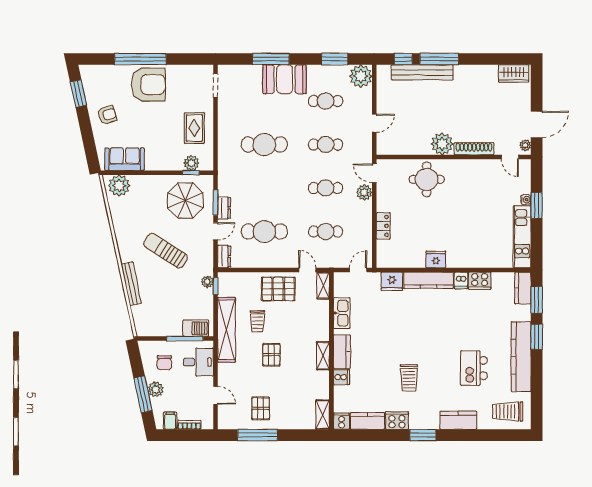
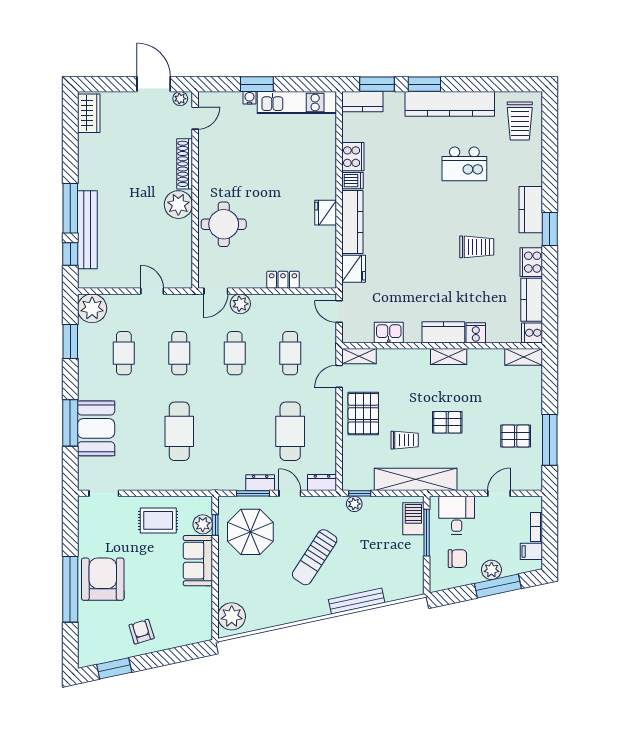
booth: (285, 79) -> (96, 428), moved
sofa: (125, 159) -> (198, 561), moved
kitchen sink: (342, 313) -> (389, 333), width x0.73
kitchen counter: (458, 420) -> (531, 210), moved

